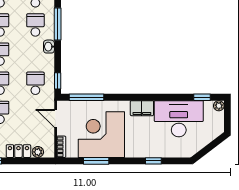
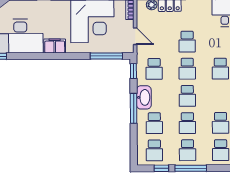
window: (58, 24) -> (134, 108), moved
washbasin: (49, 47) -> (144, 97), width x1.91, depth x1.45

